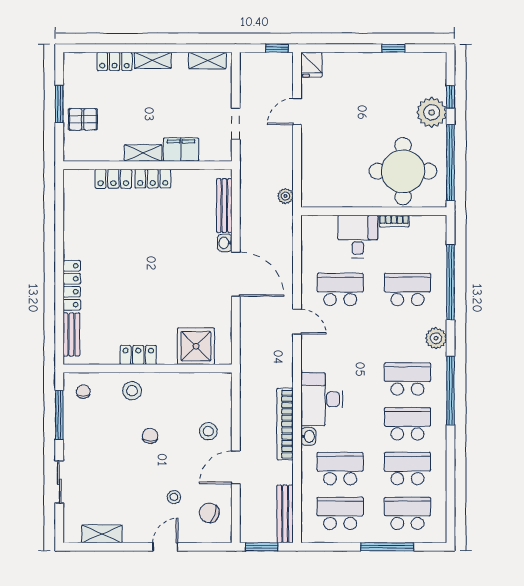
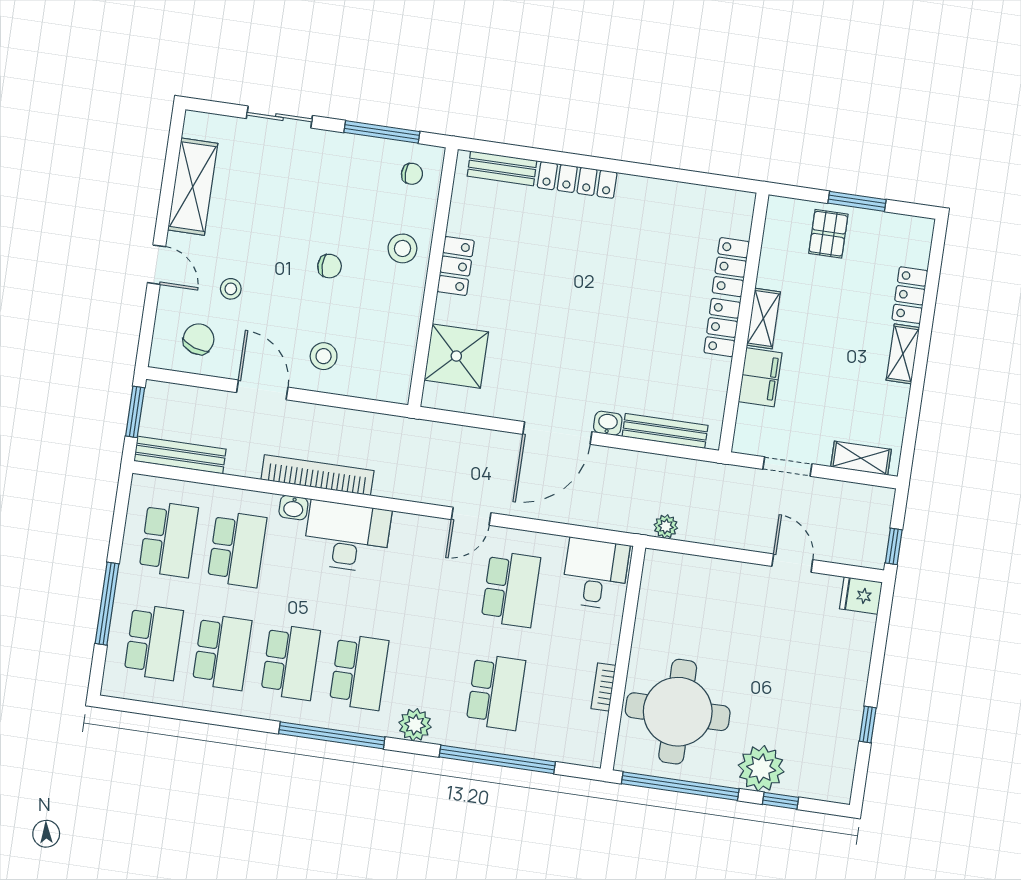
shelving: (207, 60) -> (861, 458), moved, turned 90
desk: (358, 236) -> (595, 574), moved, turned -90
shelving: (102, 534) -> (193, 187), width x1.50, depth x1.33

